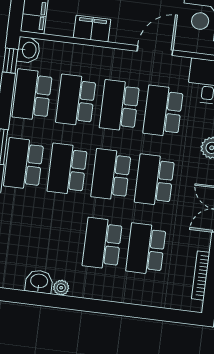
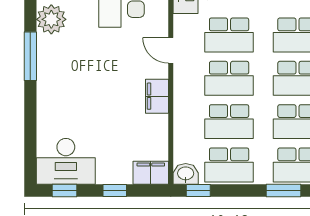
filing cabinet: (92, 29) -> (157, 96), moved
door: (155, 51) -> (171, 50), width x0.73

